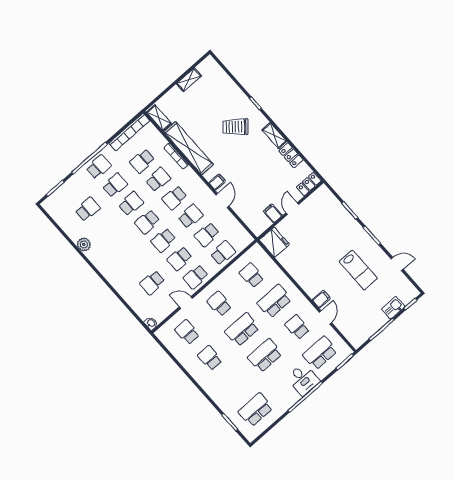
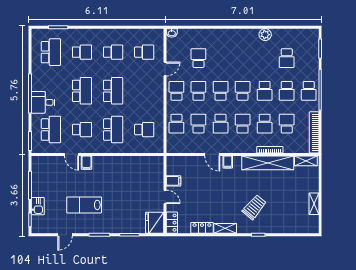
fridge: (274, 242) -> (155, 223), moved, turned 90
school desk: (219, 304) -> (82, 52), moved

